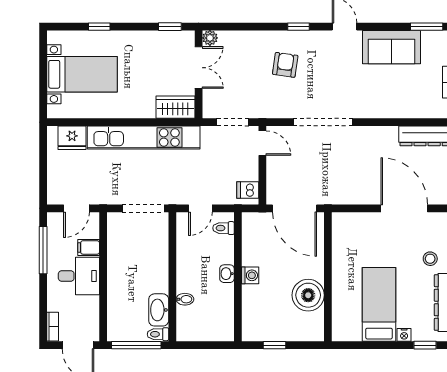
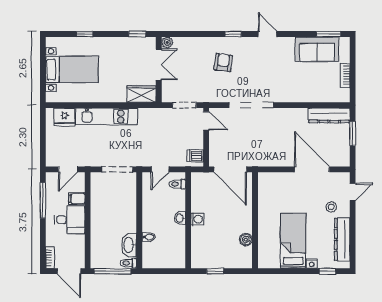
sofa: (391, 47) -> (317, 49), moved
kitchen unit: (144, 137) -> (107, 117), width x0.73
boiler: (308, 295) -> (246, 240), width x0.54, depth x0.54

